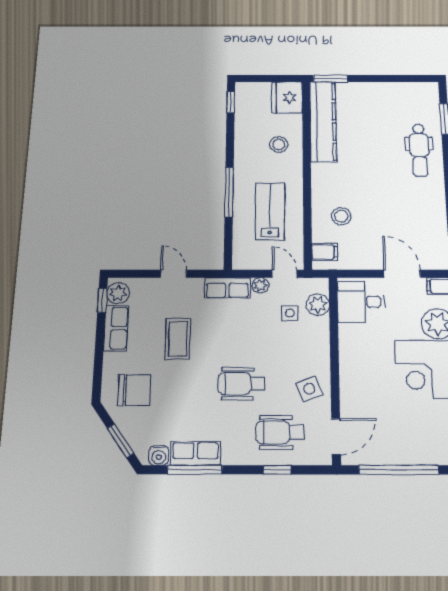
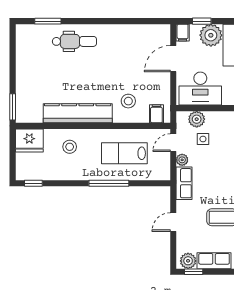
kitchen counter: (323, 121) -> (78, 113), moved
desk: (361, 302) -> (200, 89), width x1.37

